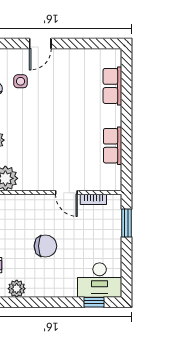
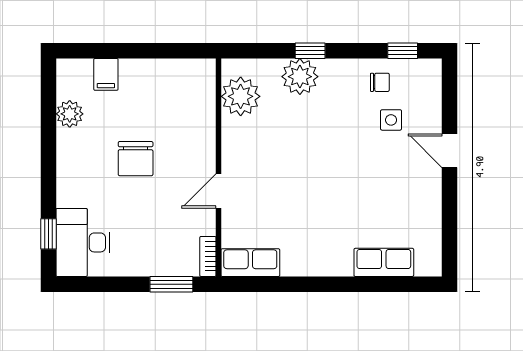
row of seats: (113, 146) -> (250, 263), moved
bookcase: (93, 199) -> (208, 256), moved

